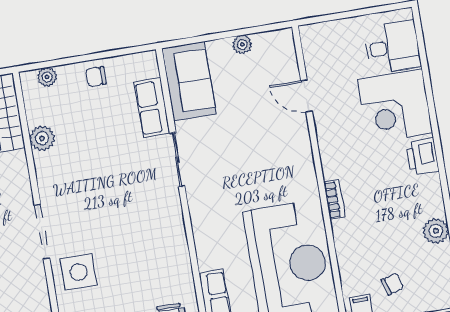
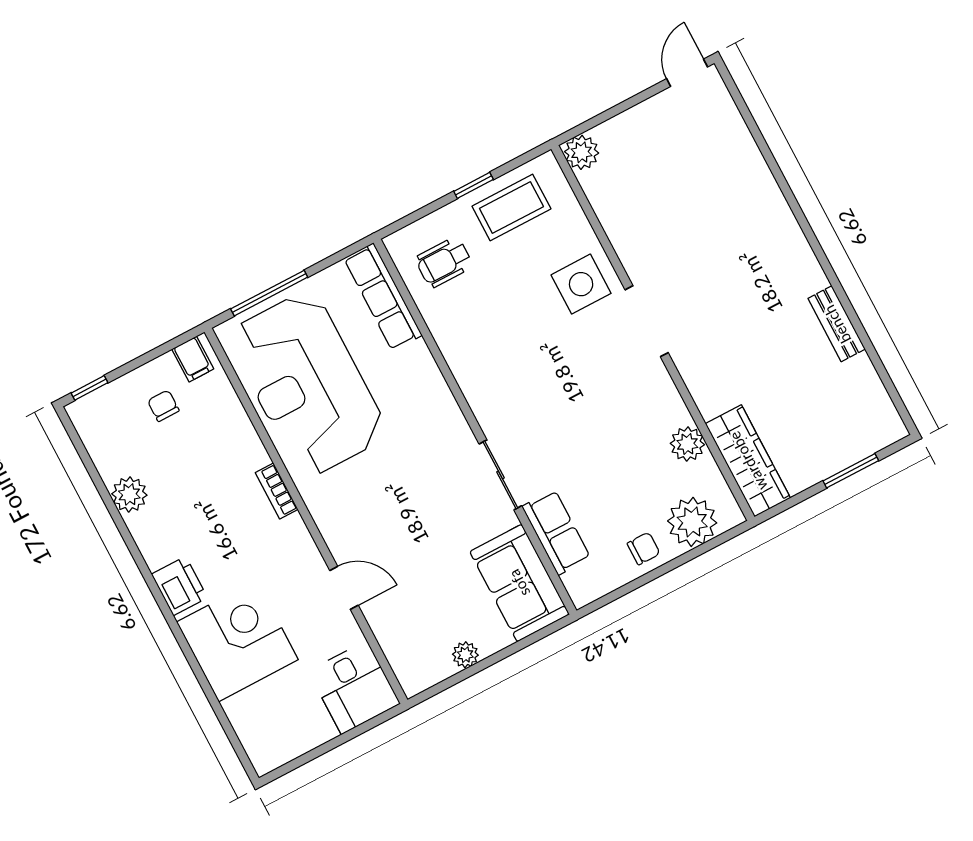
desk: (392, 47) -> (354, 687), moved, turned -90
plant: (47, 77) -> (692, 522), width x1.87, depth x1.87
door: (307, 96) -> (344, 588), moved
chair: (392, 284) -> (163, 406), turned 107

